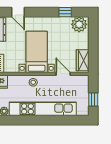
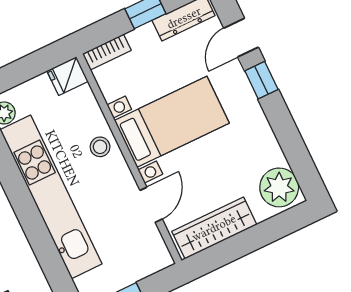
window: (65, 12) -> (261, 80), moved
wardrobe: (83, 60) -> (214, 228), width x1.50

